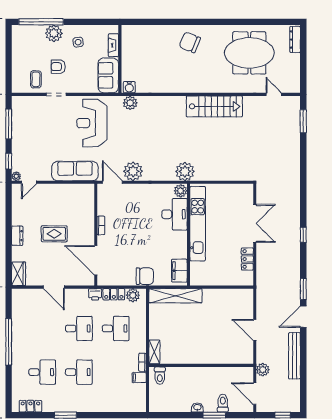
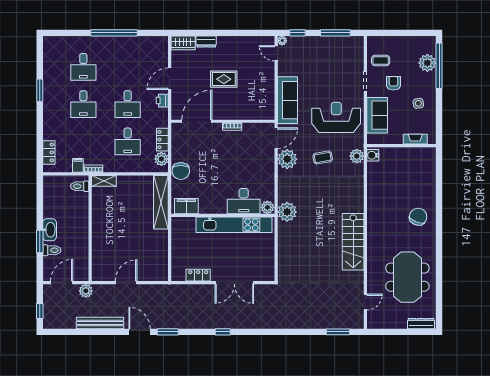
plant: (54, 33) -> (427, 63), moved
sofa: (108, 75) -> (377, 115), moved, turned 90
coffee table: (131, 136) -> (323, 157), added
rug: (54, 234) -> (224, 79), turned 90
dresser: (17, 236) -> (206, 42), moved
printer: (95, 294) -> (162, 101), moved
locker: (30, 406) -> (49, 152), moved
washbasin: (197, 407) -> (50, 230), width x1.91, depth x1.45

